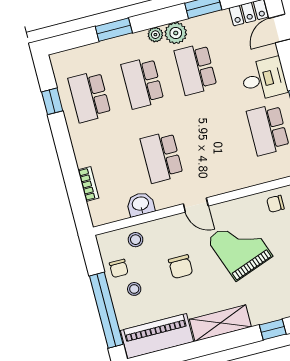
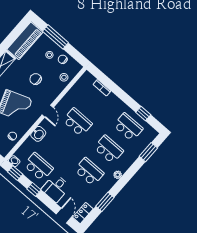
window: (114, 30) -> (148, 152), moved
plant: (176, 33) -> (109, 182), removed
washbasin: (141, 204) -> (38, 134), moved
door: (196, 205) -> (48, 111), swing flipped
window: (106, 310) -> (55, 37), width x0.68

